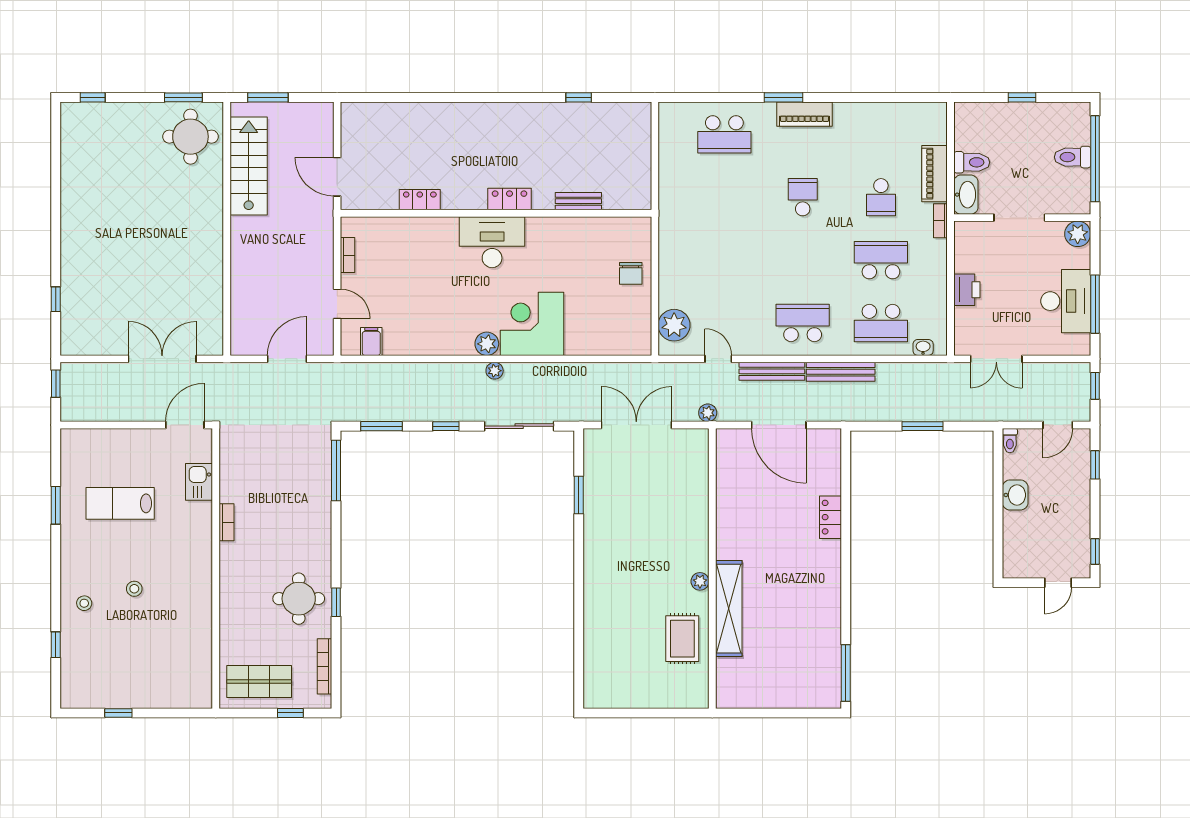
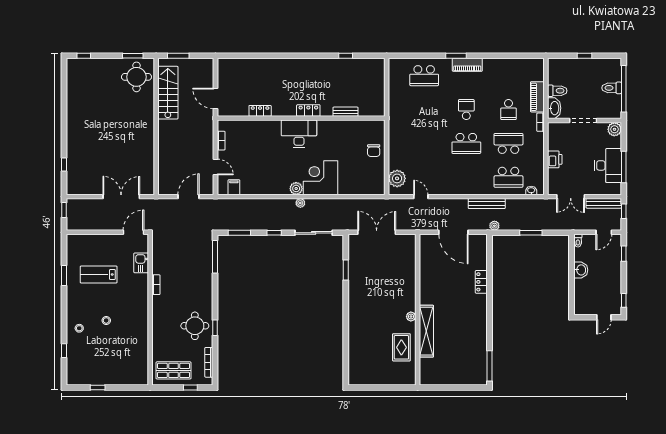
school desk: (803, 323) -> (466, 143), moved, turned 180
bench: (772, 371) -> (604, 203), moved
plant: (708, 413) -> (494, 226), moved

